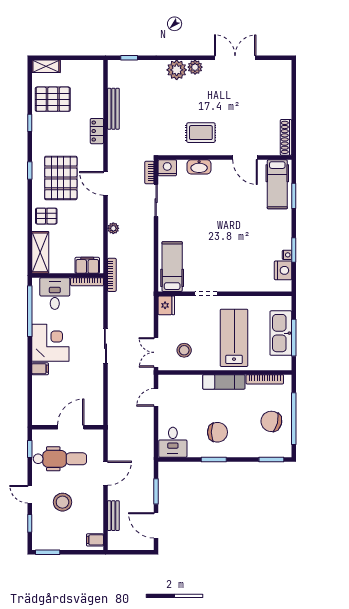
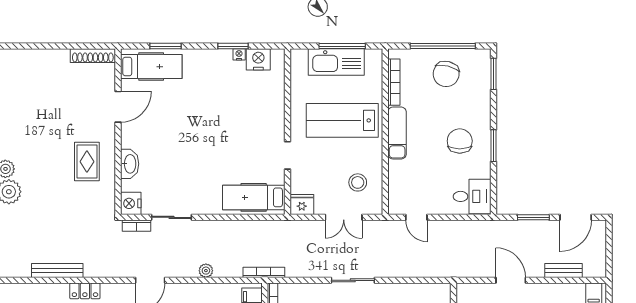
double door: (156, 352) -> (344, 217), moved

